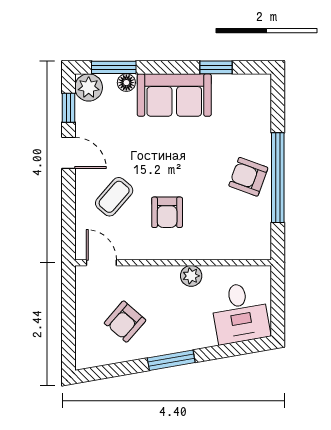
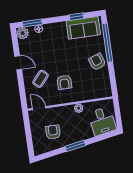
sofa: (174, 95) -> (83, 28), moved
window: (69, 108) -> (15, 43), removed
armchair: (248, 177) -> (97, 62), turned 50
window: (278, 178) -> (107, 43), moved
armchair: (125, 322) -> (53, 132), turned 139

